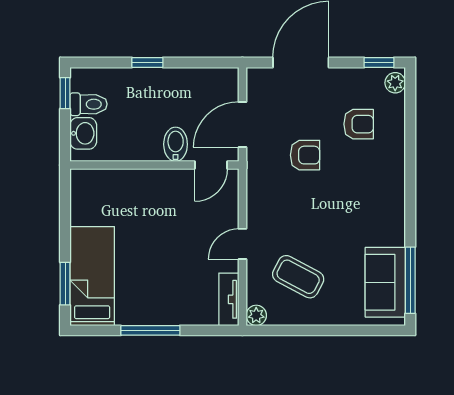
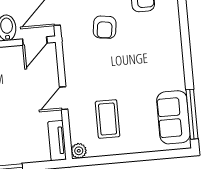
armchair: (305, 155) -> (105, 27), turned 98
coffee table: (298, 277) -> (108, 119), turned 62

